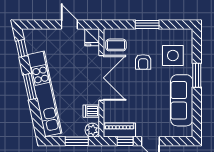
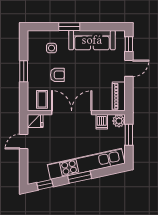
side table: (173, 55) -> (51, 48), width x0.54, depth x0.54
window: (125, 141) -> (129, 44), moved

